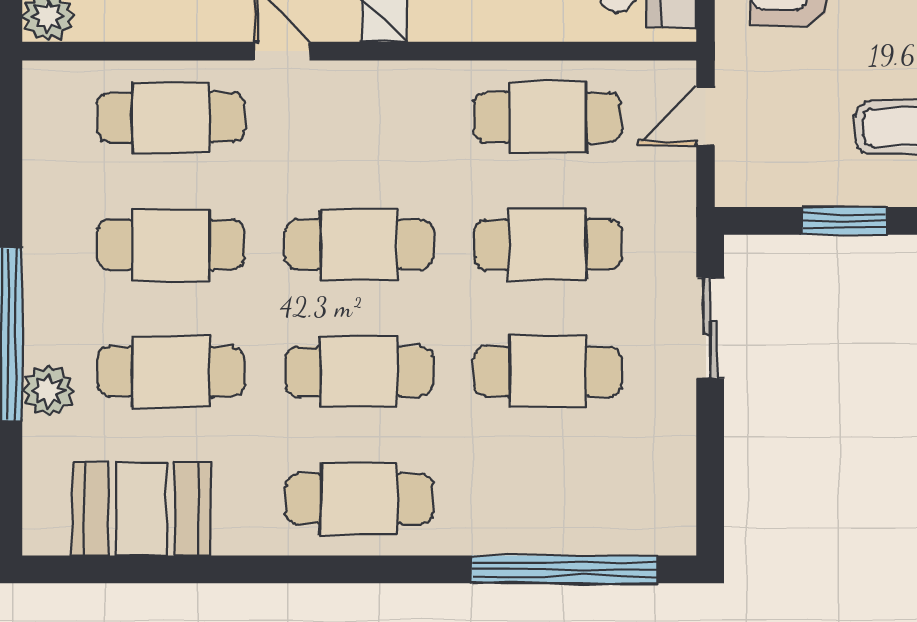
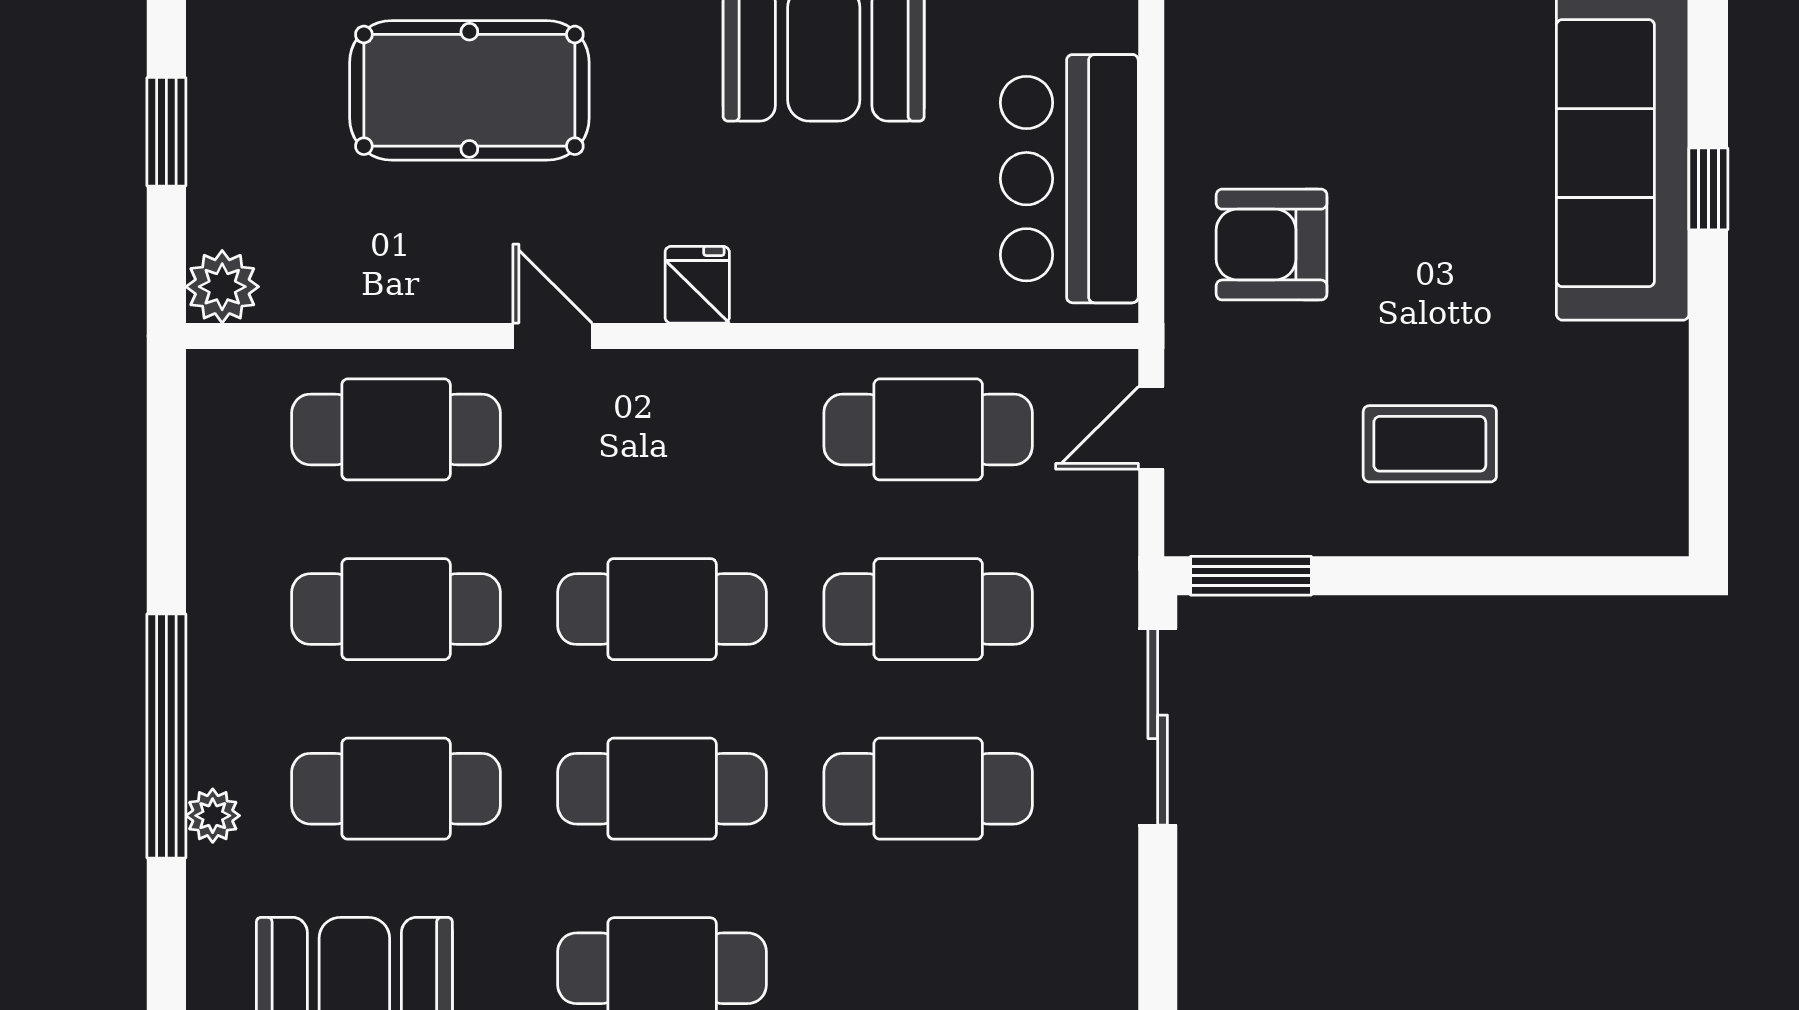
window: (844, 221) -> (1251, 576), moved
sliding door: (710, 328) -> (1158, 727), width x1.37
plant: (48, 391) -> (213, 816), width x0.73, depth x0.73

